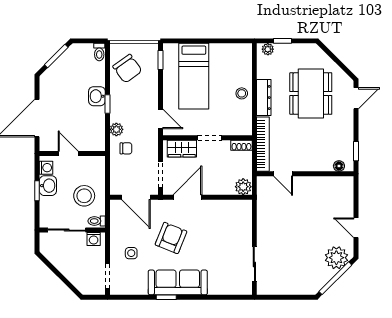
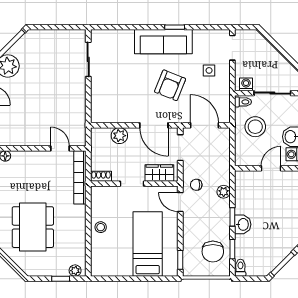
chair: (127, 69) -> (213, 252), turned -144
window: (107, 71) -> (232, 249), added
dresser: (264, 98) -> (79, 223), removed
chair: (126, 148) -> (196, 185), moved
door: (68, 153) -> (271, 168), swing flipped
plant: (243, 187) -> (119, 136), moved
door: (187, 197) -> (154, 125), hinge flipped

